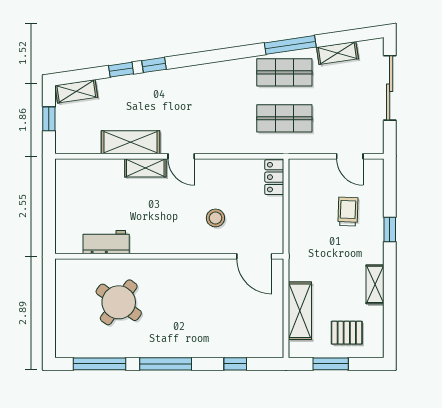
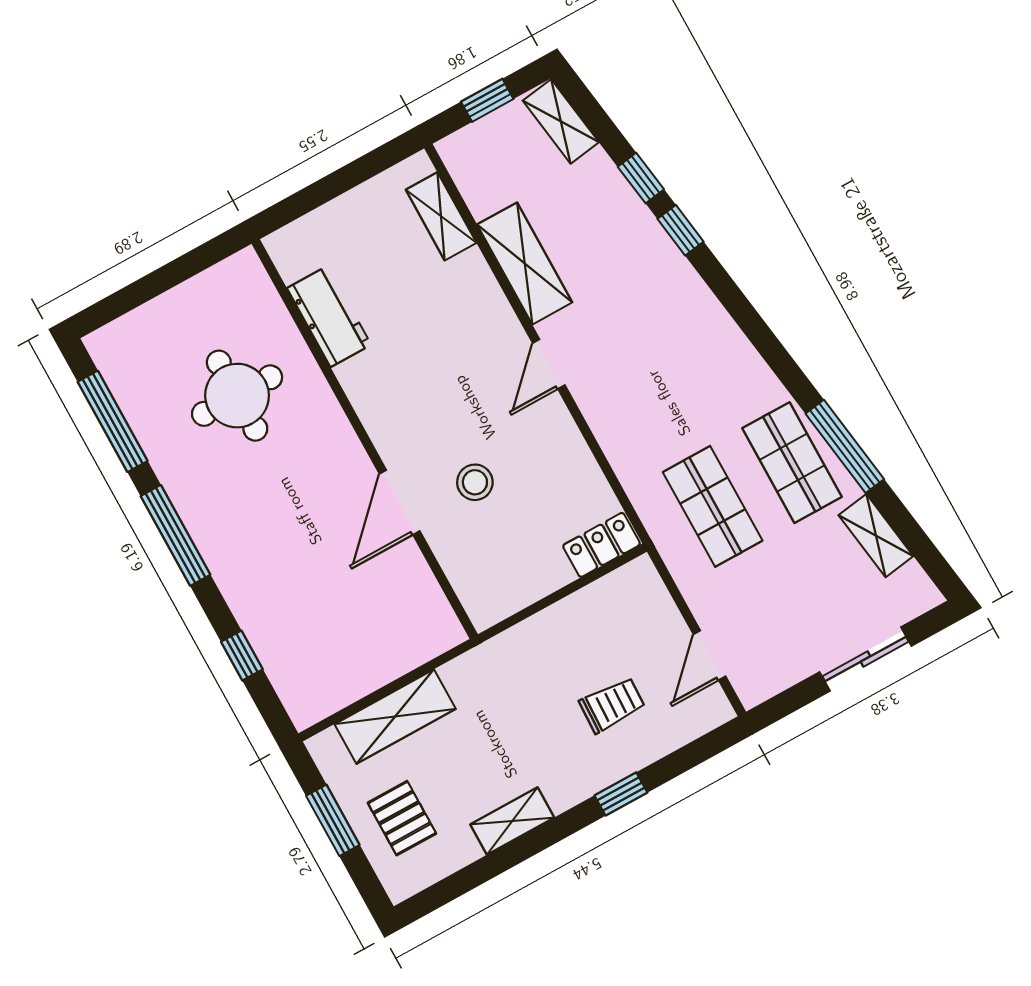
sliding door: (390, 88) -> (866, 659), width x0.73
shelving: (145, 168) -> (441, 216), moved
door: (254, 256) -> (400, 502), moved
round table: (119, 302) -> (237, 396), turned -36

